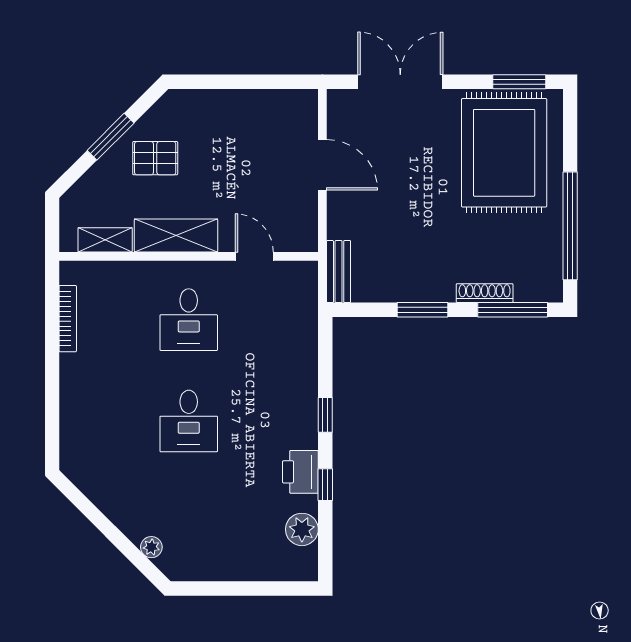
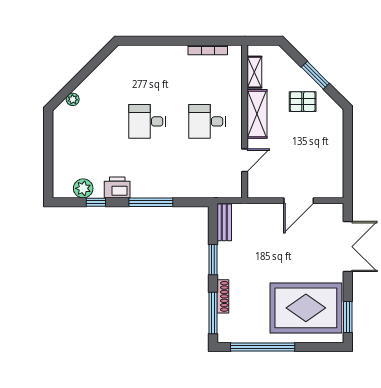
pallet: (155, 158) -> (303, 102), turned 90
bench: (339, 272) -> (224, 222), moved, turned 90
window: (325, 415) -> (151, 202), width x2.17
window: (325, 485) -> (96, 202), moved

